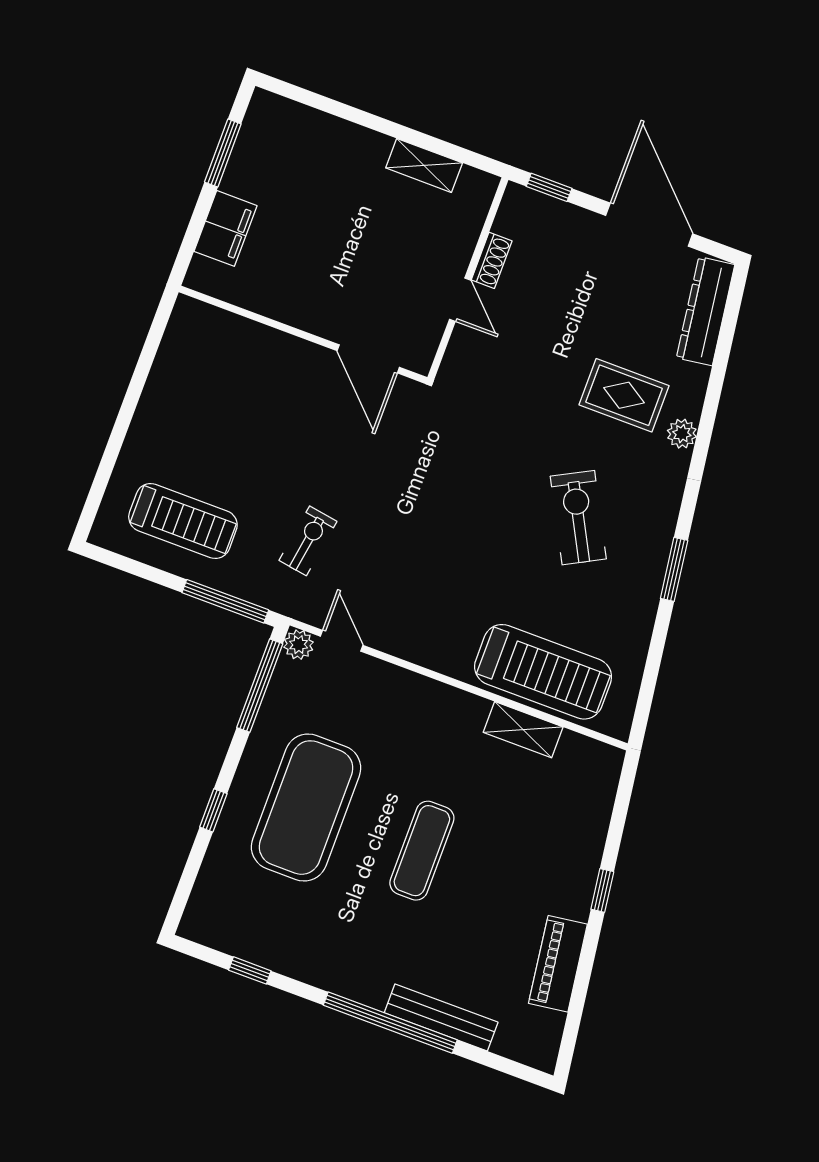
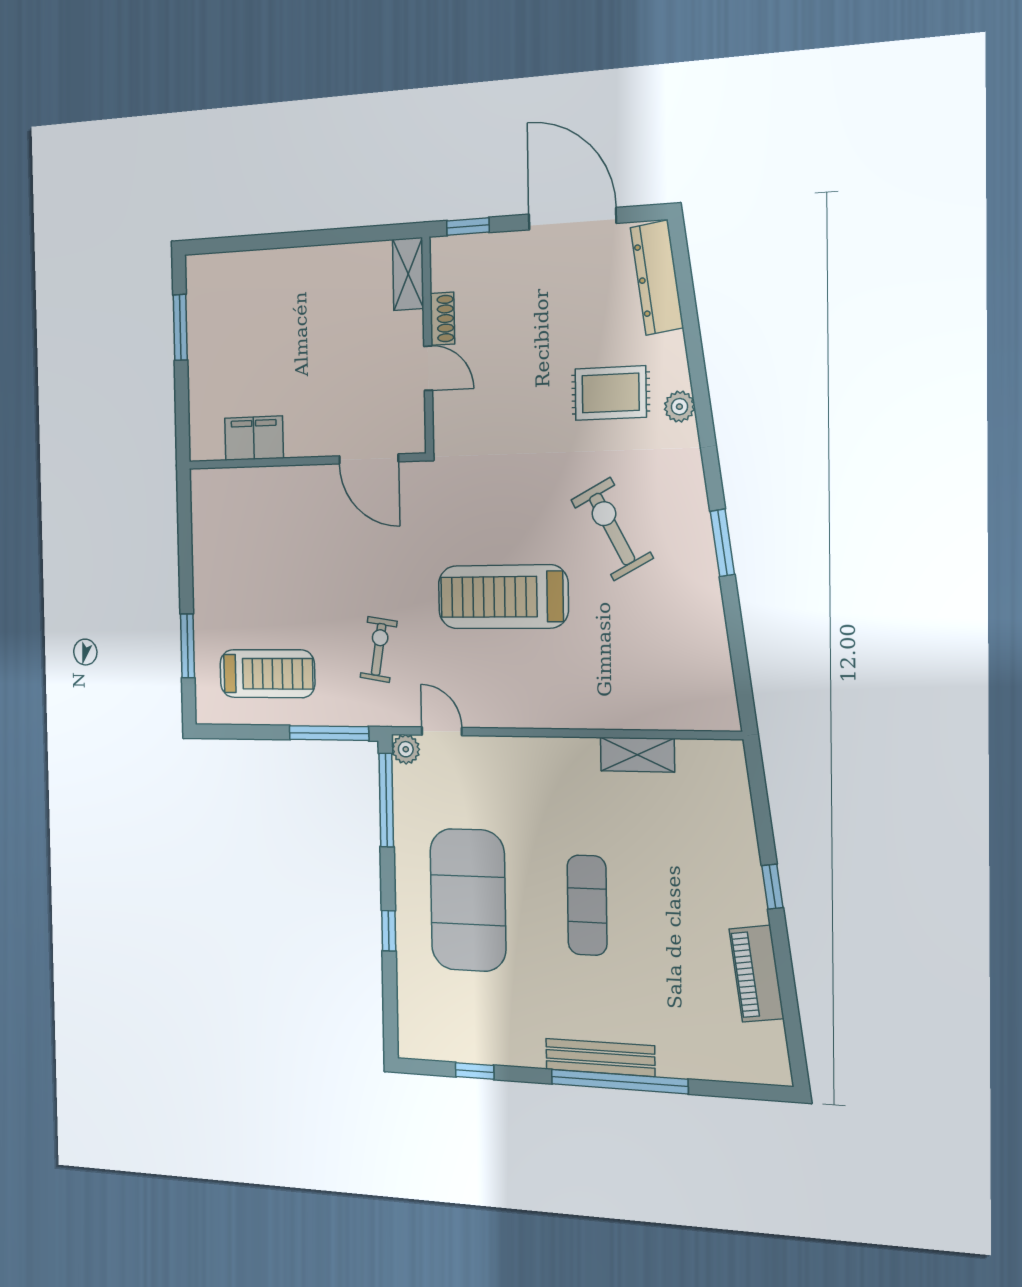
shelving: (424, 165) -> (408, 274), moved, turned 90
filing cabinet: (225, 228) -> (254, 438), moved, turned -90
window: (108, 462) -> (188, 646), added
treadmill: (543, 672) -> (503, 597), moved, turned 180
bench: (441, 1018) -> (600, 1057), moved

